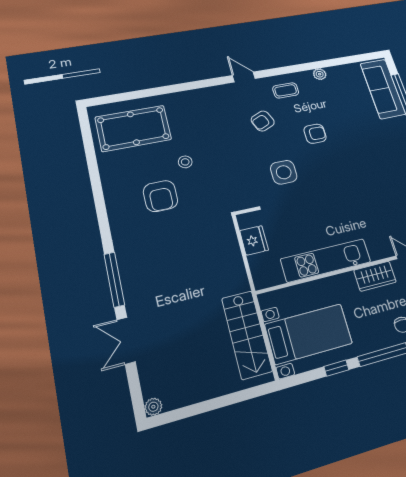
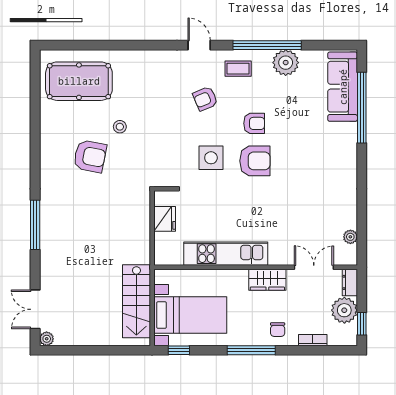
window: (306, 67) -> (267, 45), added
plant: (320, 74) -> (286, 63), width x1.88, depth x1.88
armchair: (326, 166) -> (255, 161), added
armchair: (160, 196) -> (90, 156), turned -79
double door: (126, 341) -> (35, 309), moved
window: (336, 368) -> (179, 350), moved

